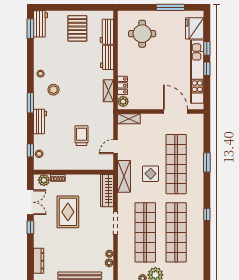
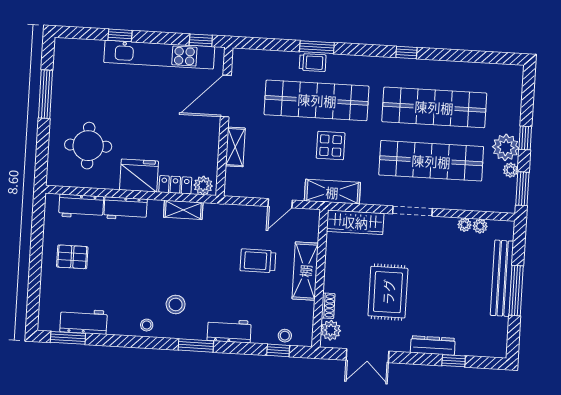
workbench: (40, 24) -> (84, 321), moved
pallet: (77, 28) -> (72, 257), width x0.67, depth x0.71
fridge: (195, 28) -> (139, 175), moved, turned 180
window: (207, 69) -> (201, 40), moved
shelving: (129, 119) -> (235, 147), moved
door: (115, 147) -> (280, 203), hinge flipped
trolley: (198, 160) -> (313, 63), added
shelving: (77, 163) -> (305, 271), added
double door: (30, 202) -> (367, 356), swing flipped
rug: (68, 212) -> (388, 292), turned 90
window: (30, 227) -> (454, 361), moved
dresser: (39, 261) -> (433, 345), moved

